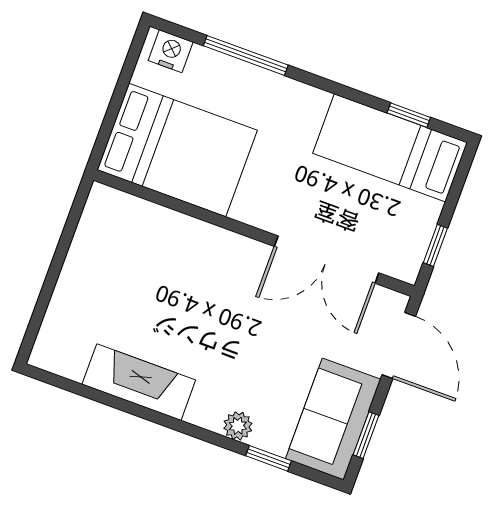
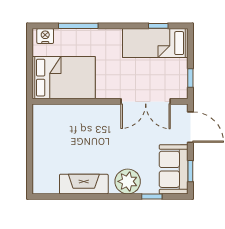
plant: (238, 426) -> (128, 181), width x1.88, depth x1.88

